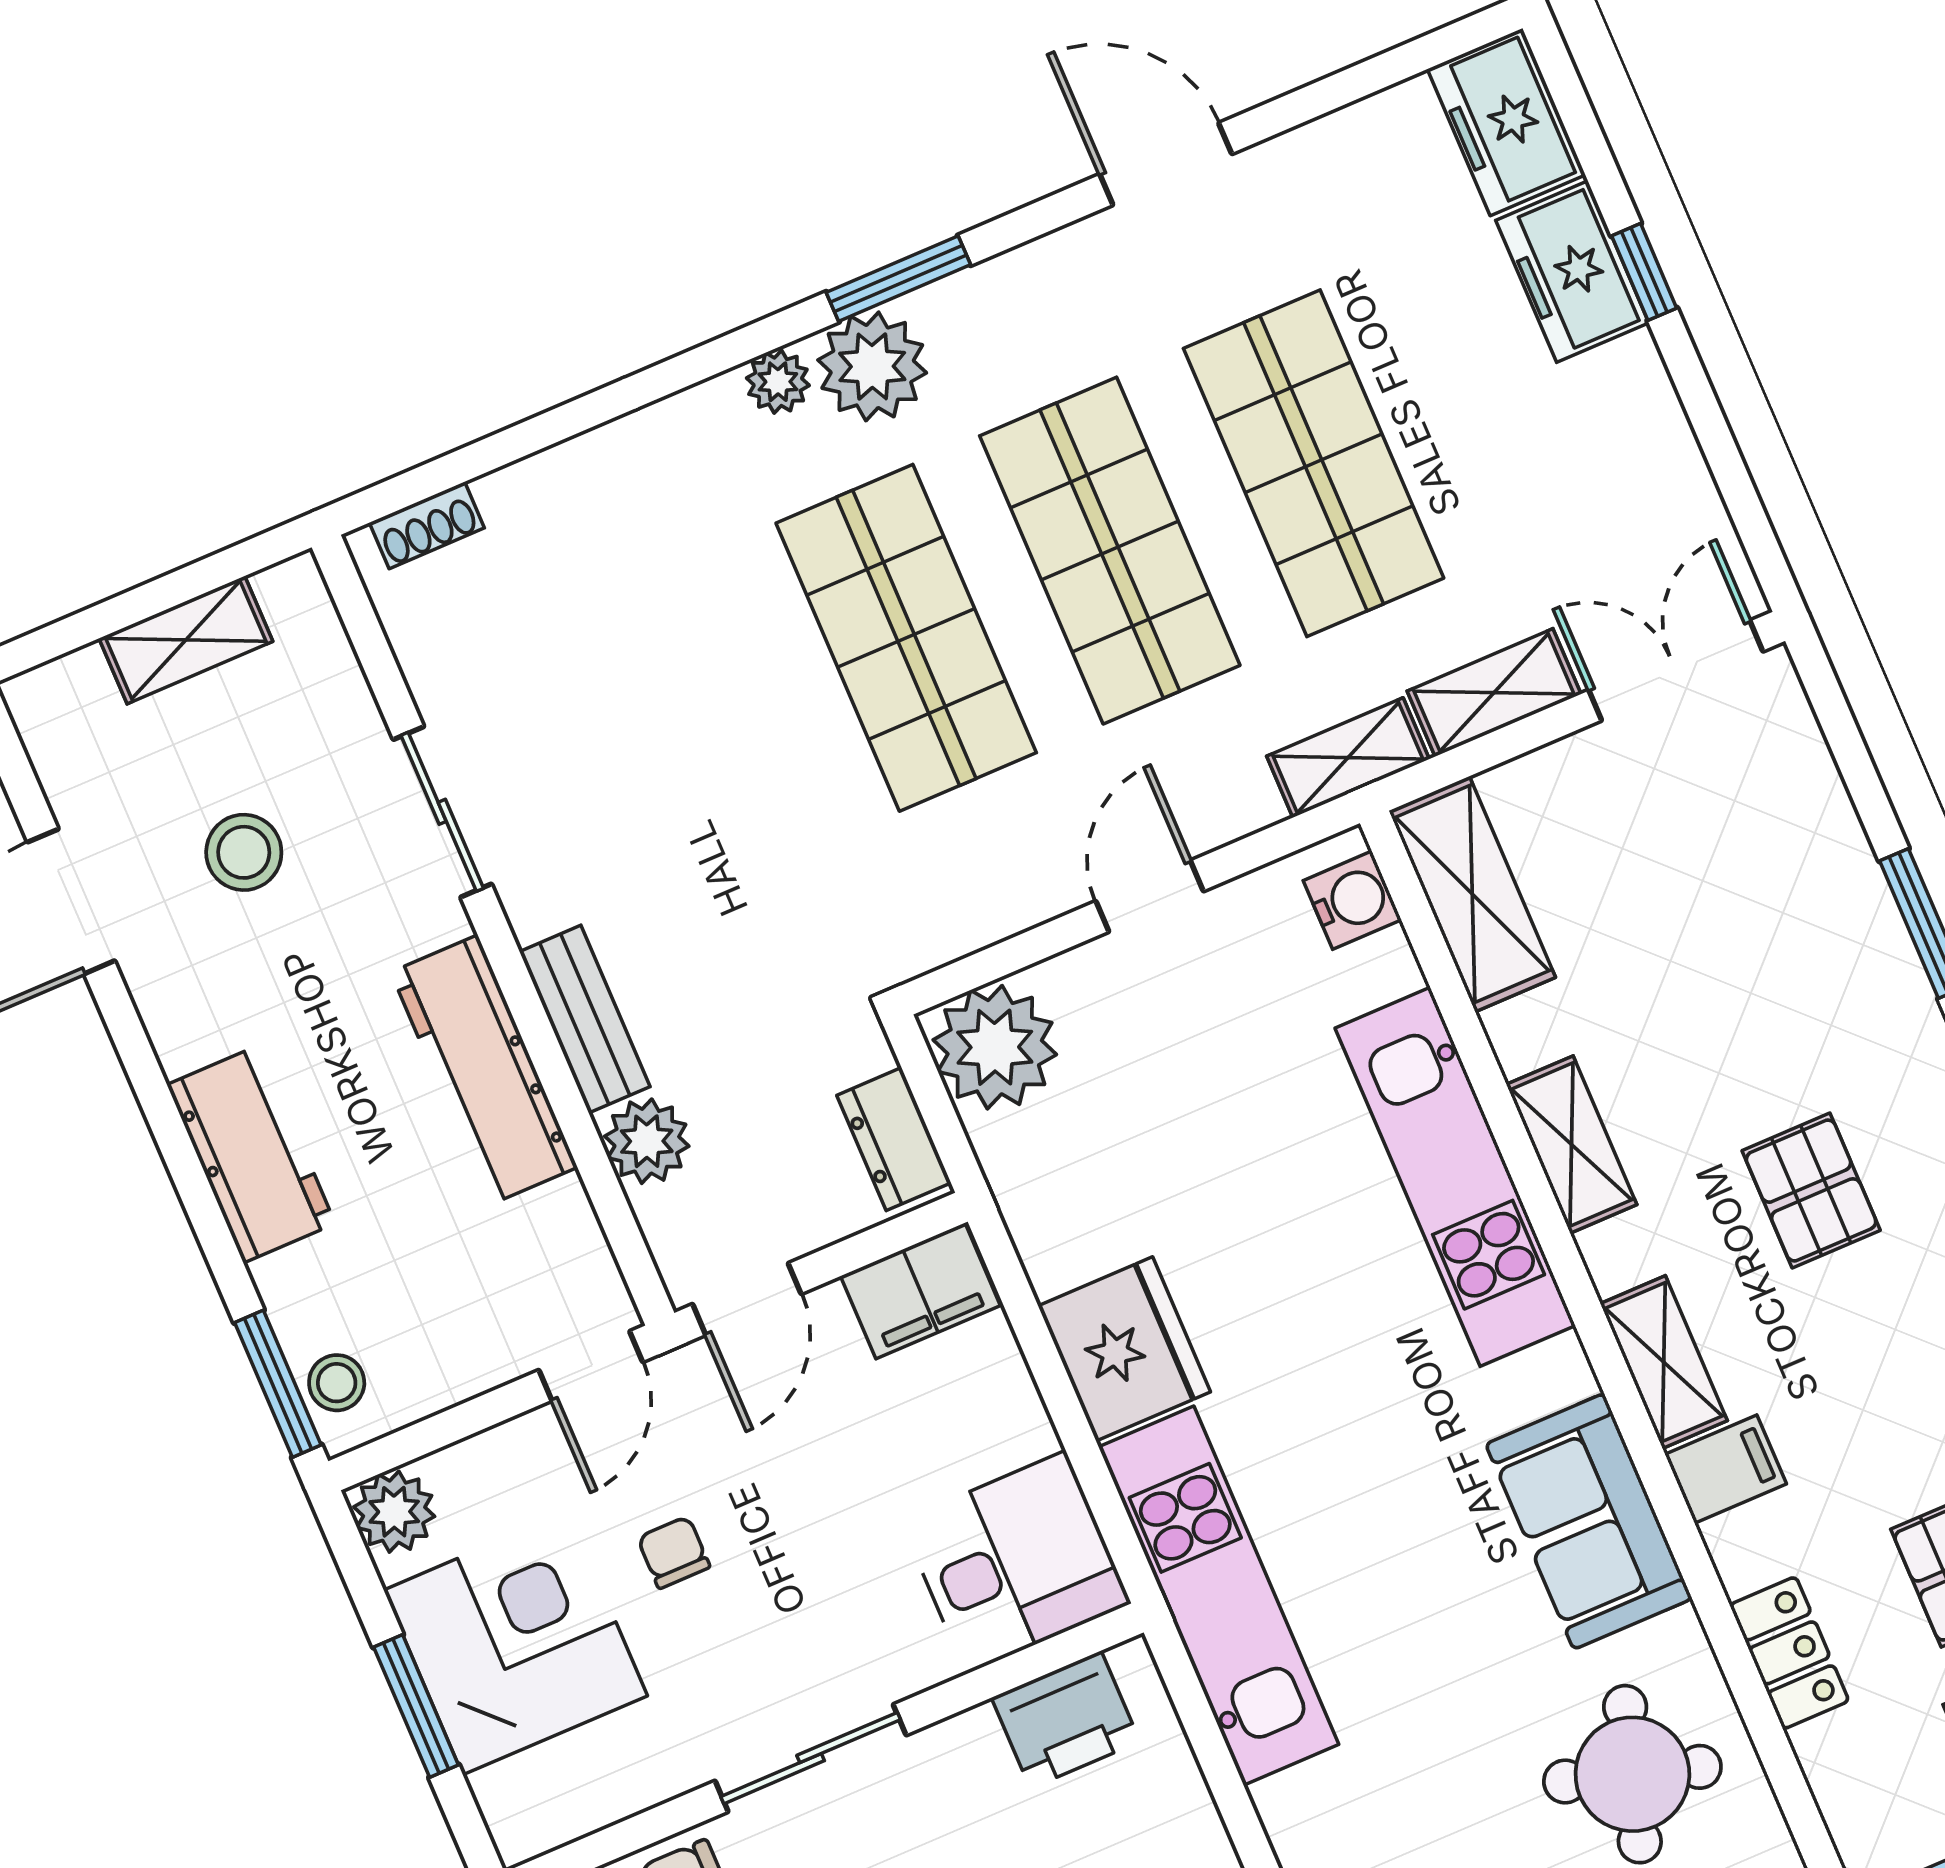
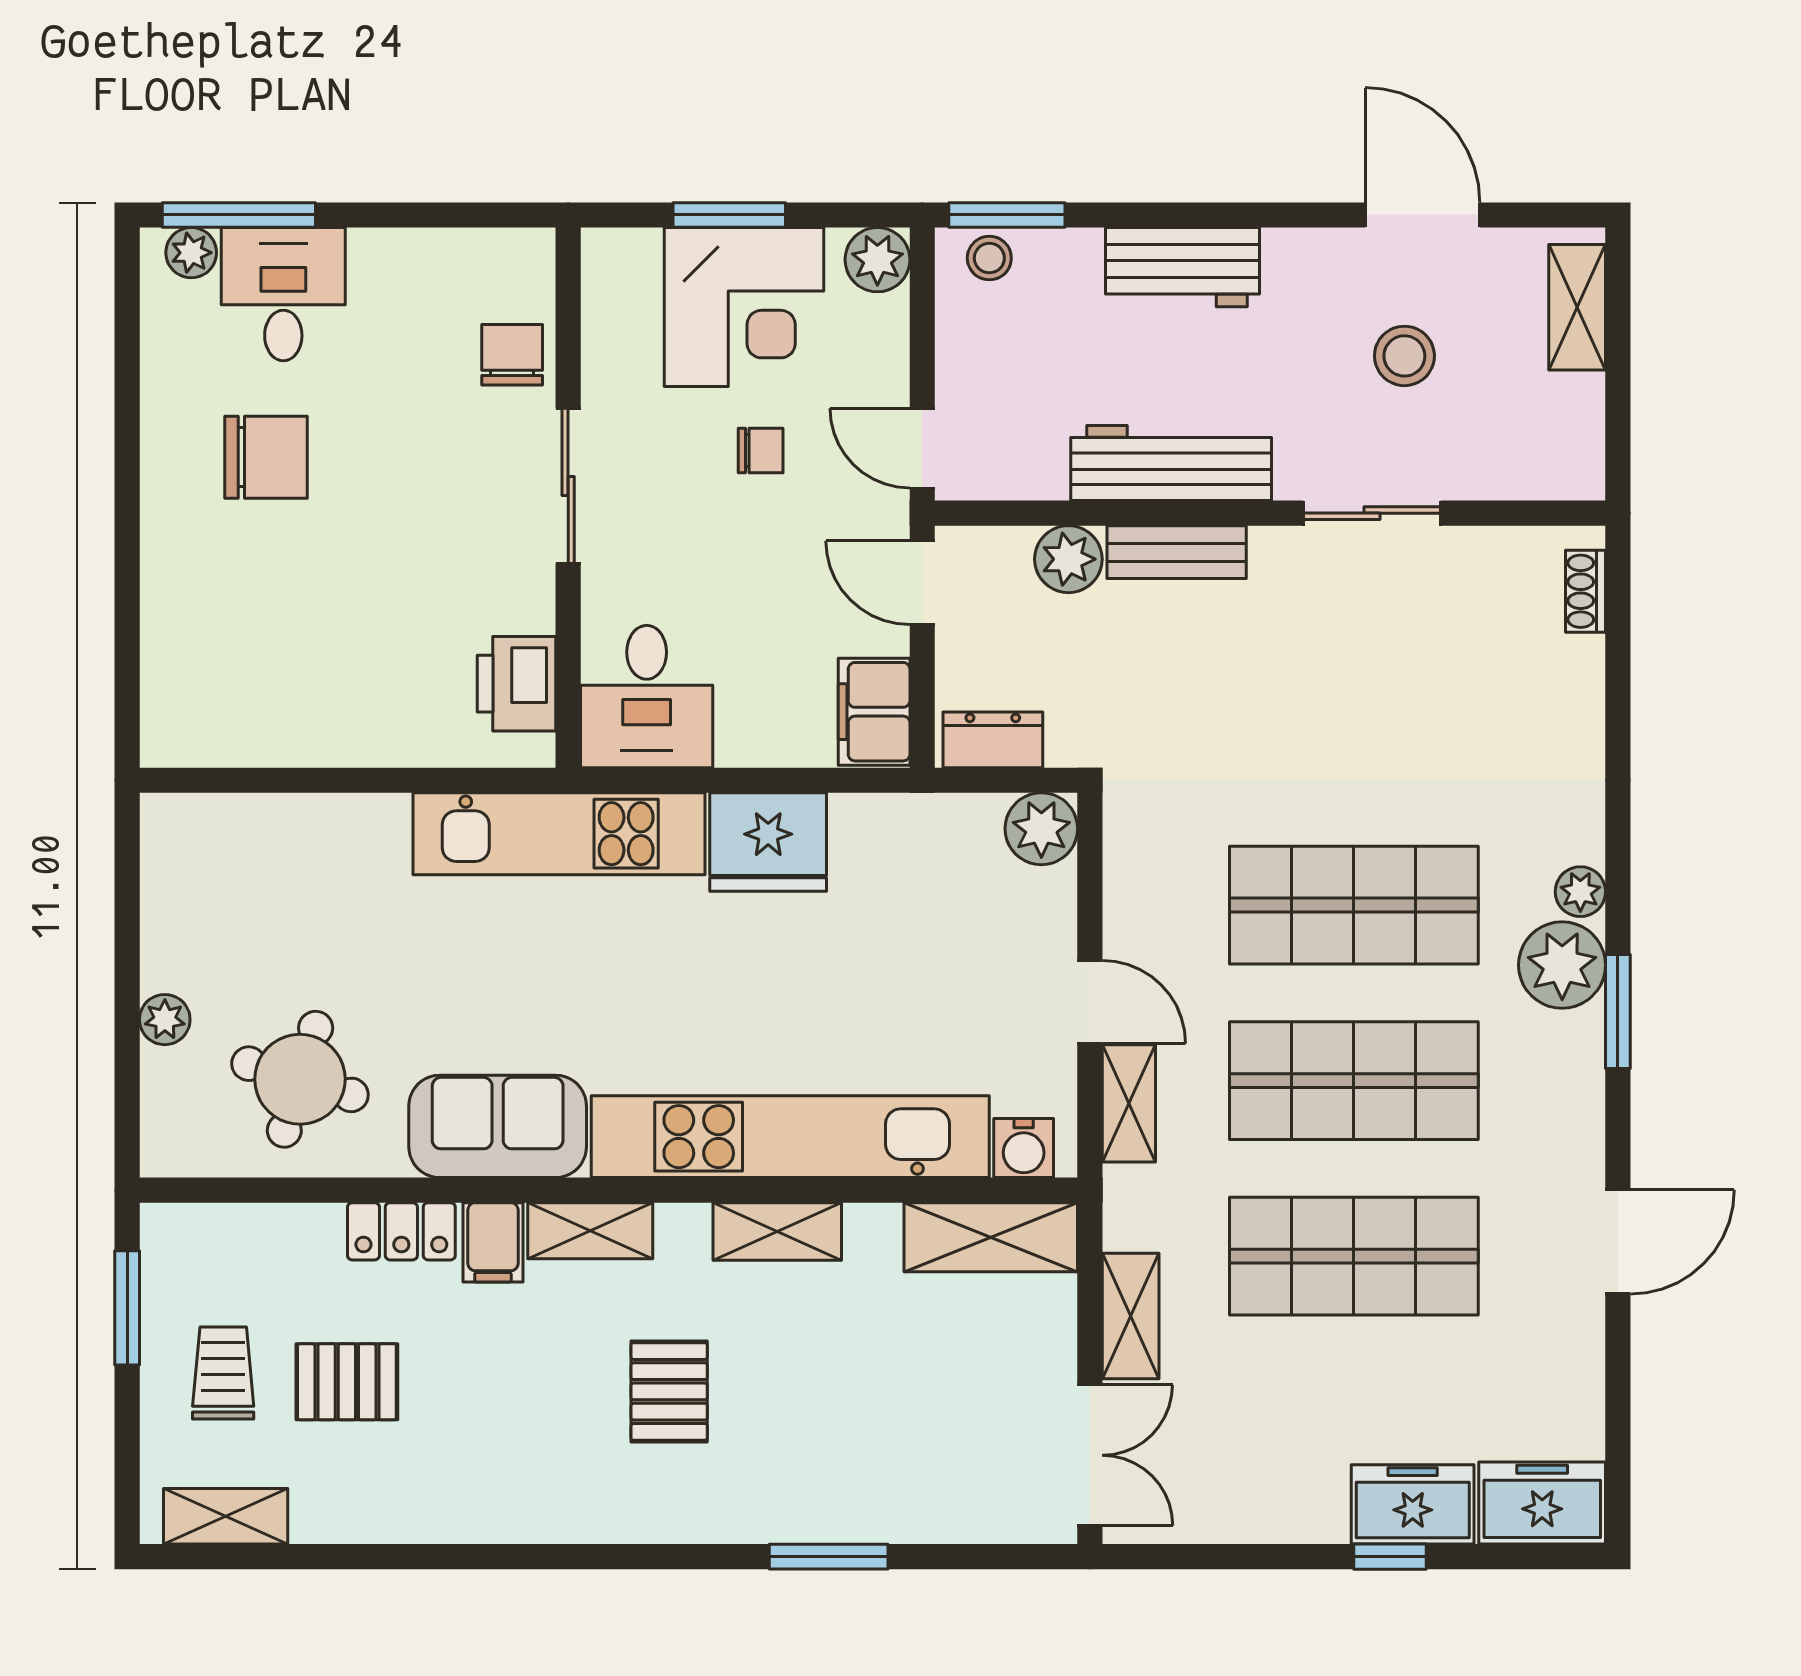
shelving: (186, 640) -> (1577, 307), moved
shelving: (1348, 758) -> (1129, 1103), moved
plant: (995, 1047) -> (1041, 829), width x0.73, depth x0.73
kitchen unit: (1455, 1177) -> (790, 1137), width x1.36
pallet: (1811, 1190) -> (669, 1391), turned 90
locker: (1789, 1653) -> (401, 1231), moved

